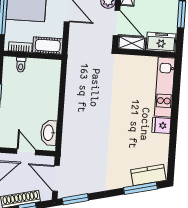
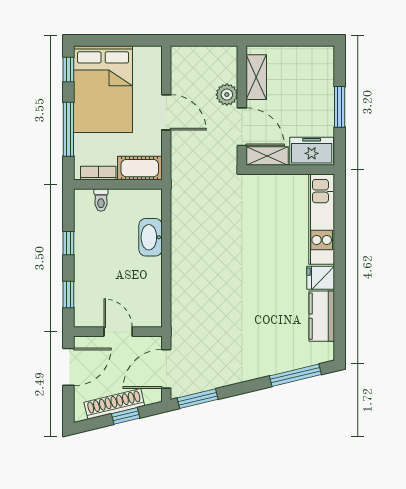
washbasin: (49, 133) -> (150, 237), moved
kitchen counter: (148, 175) -> (322, 316), moved, turned -77
door: (56, 178) -> (166, 369), hinge flipped

